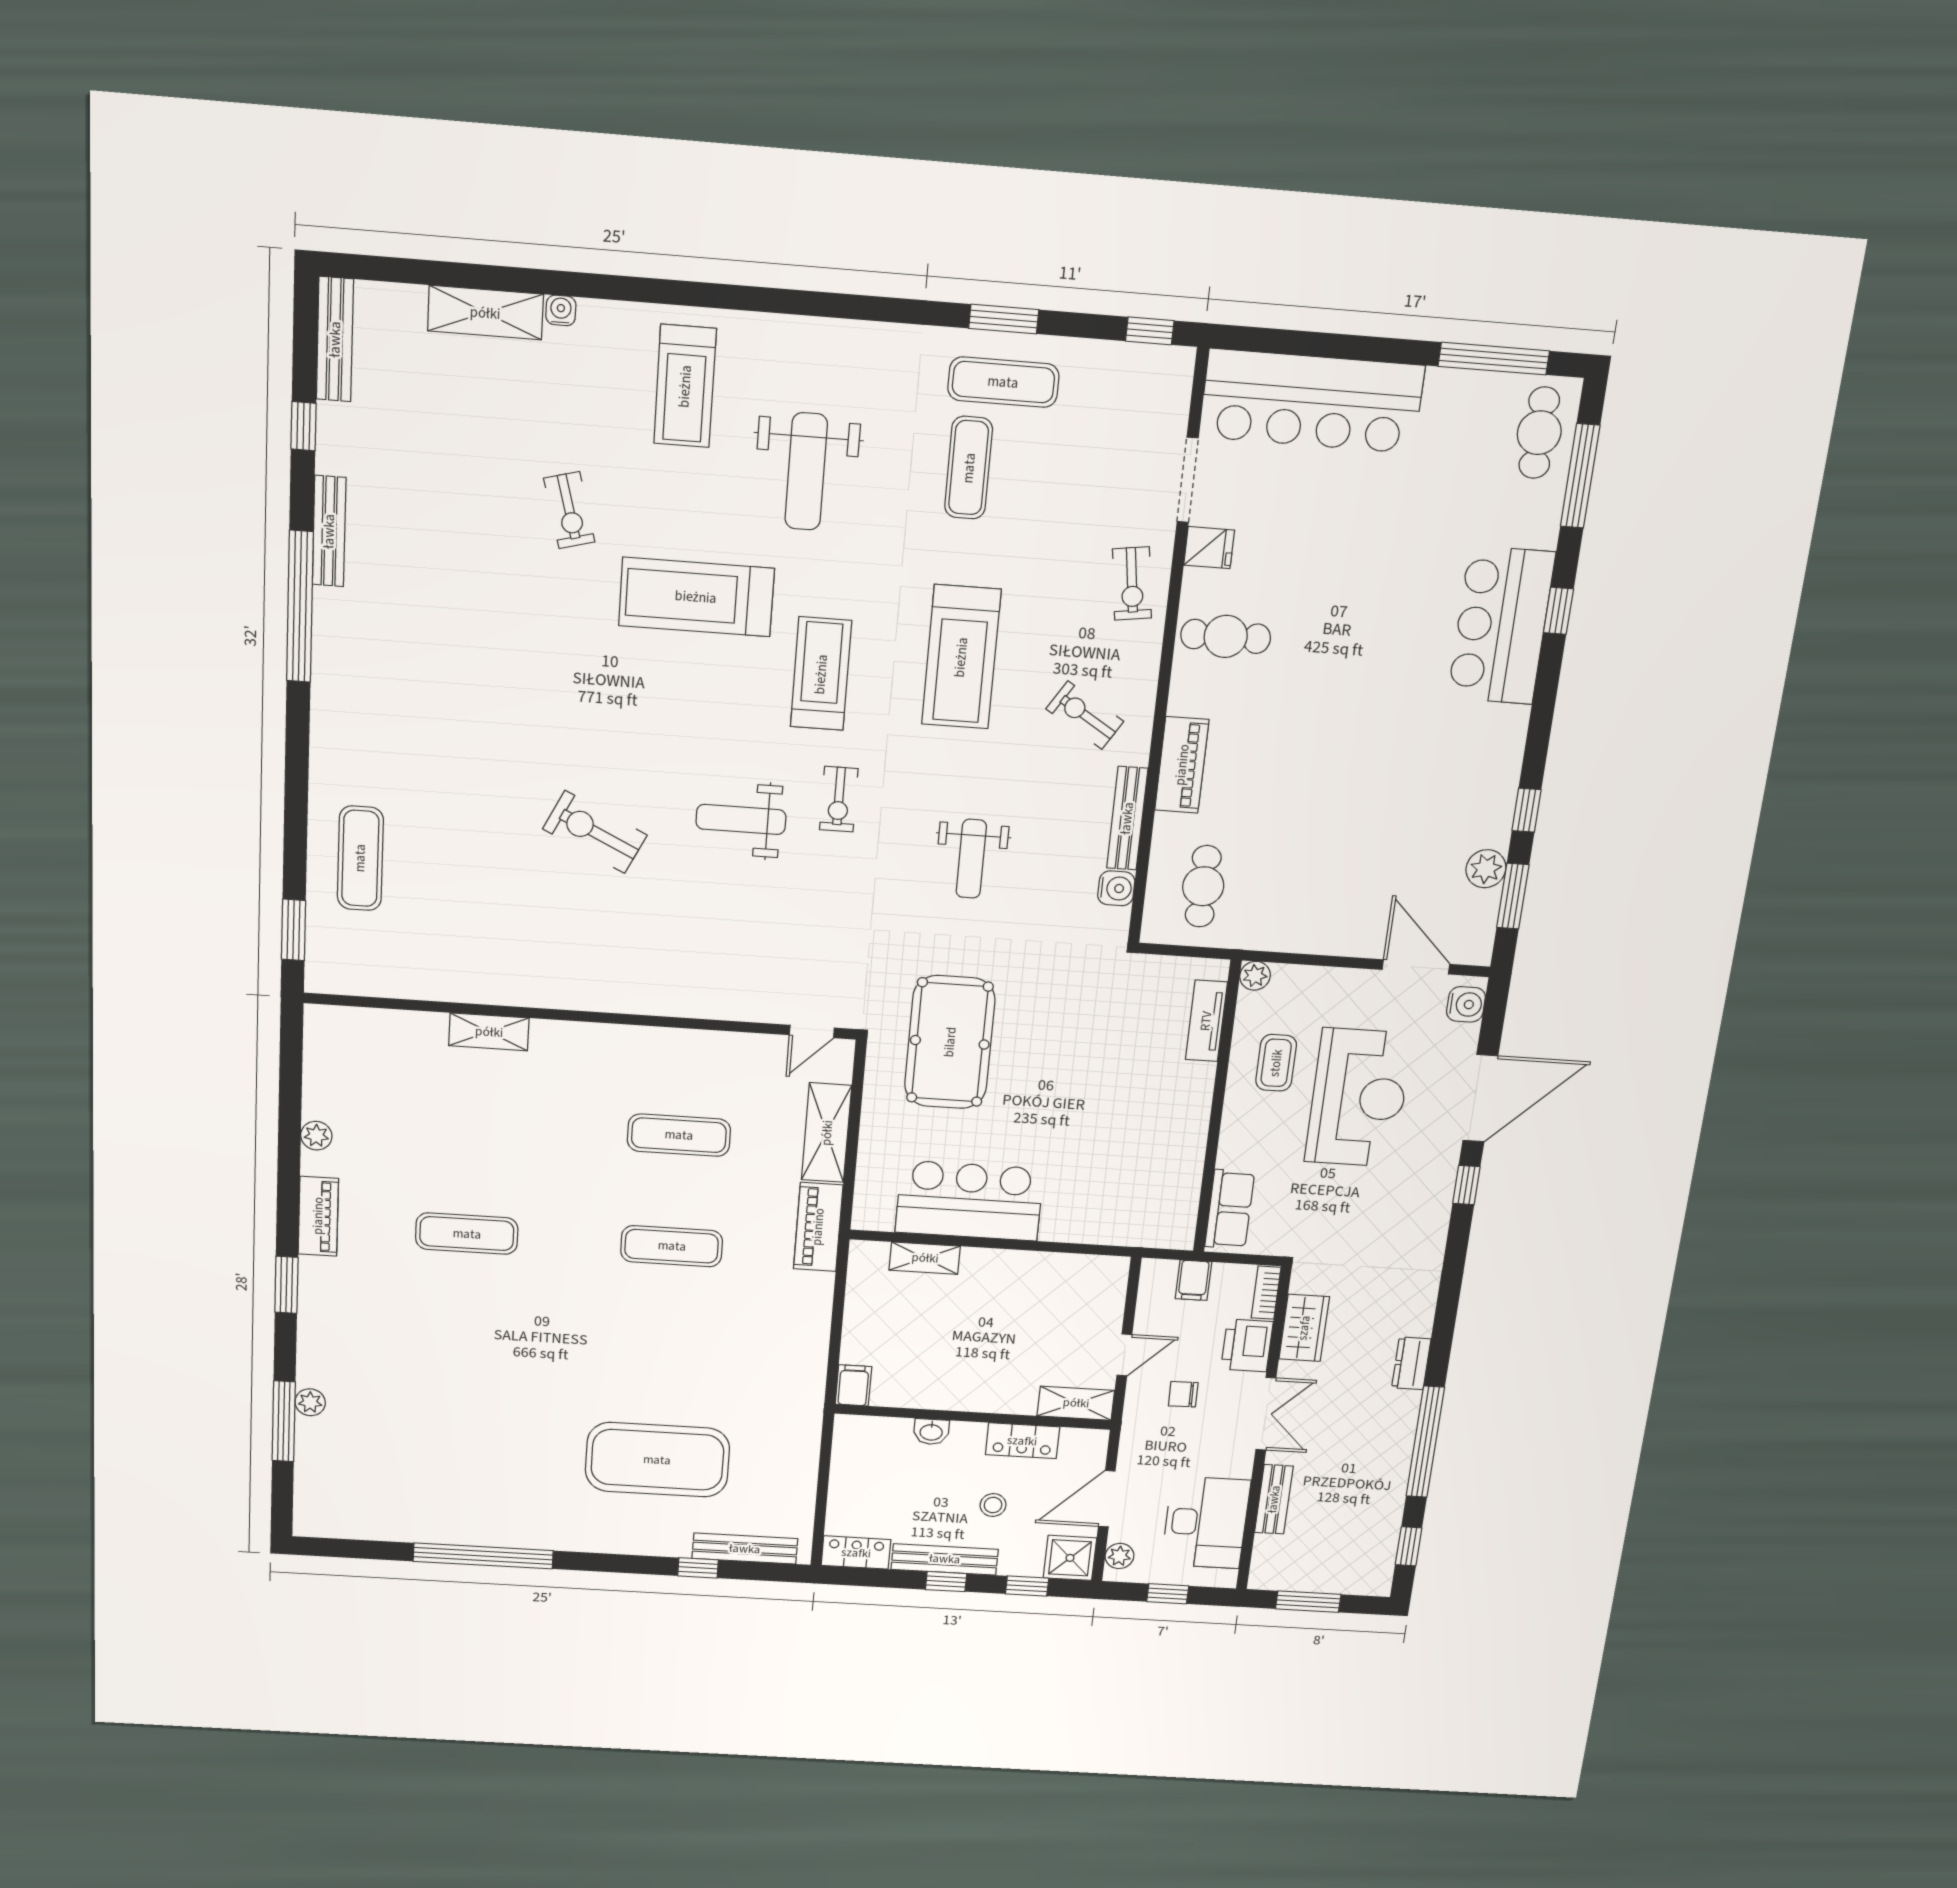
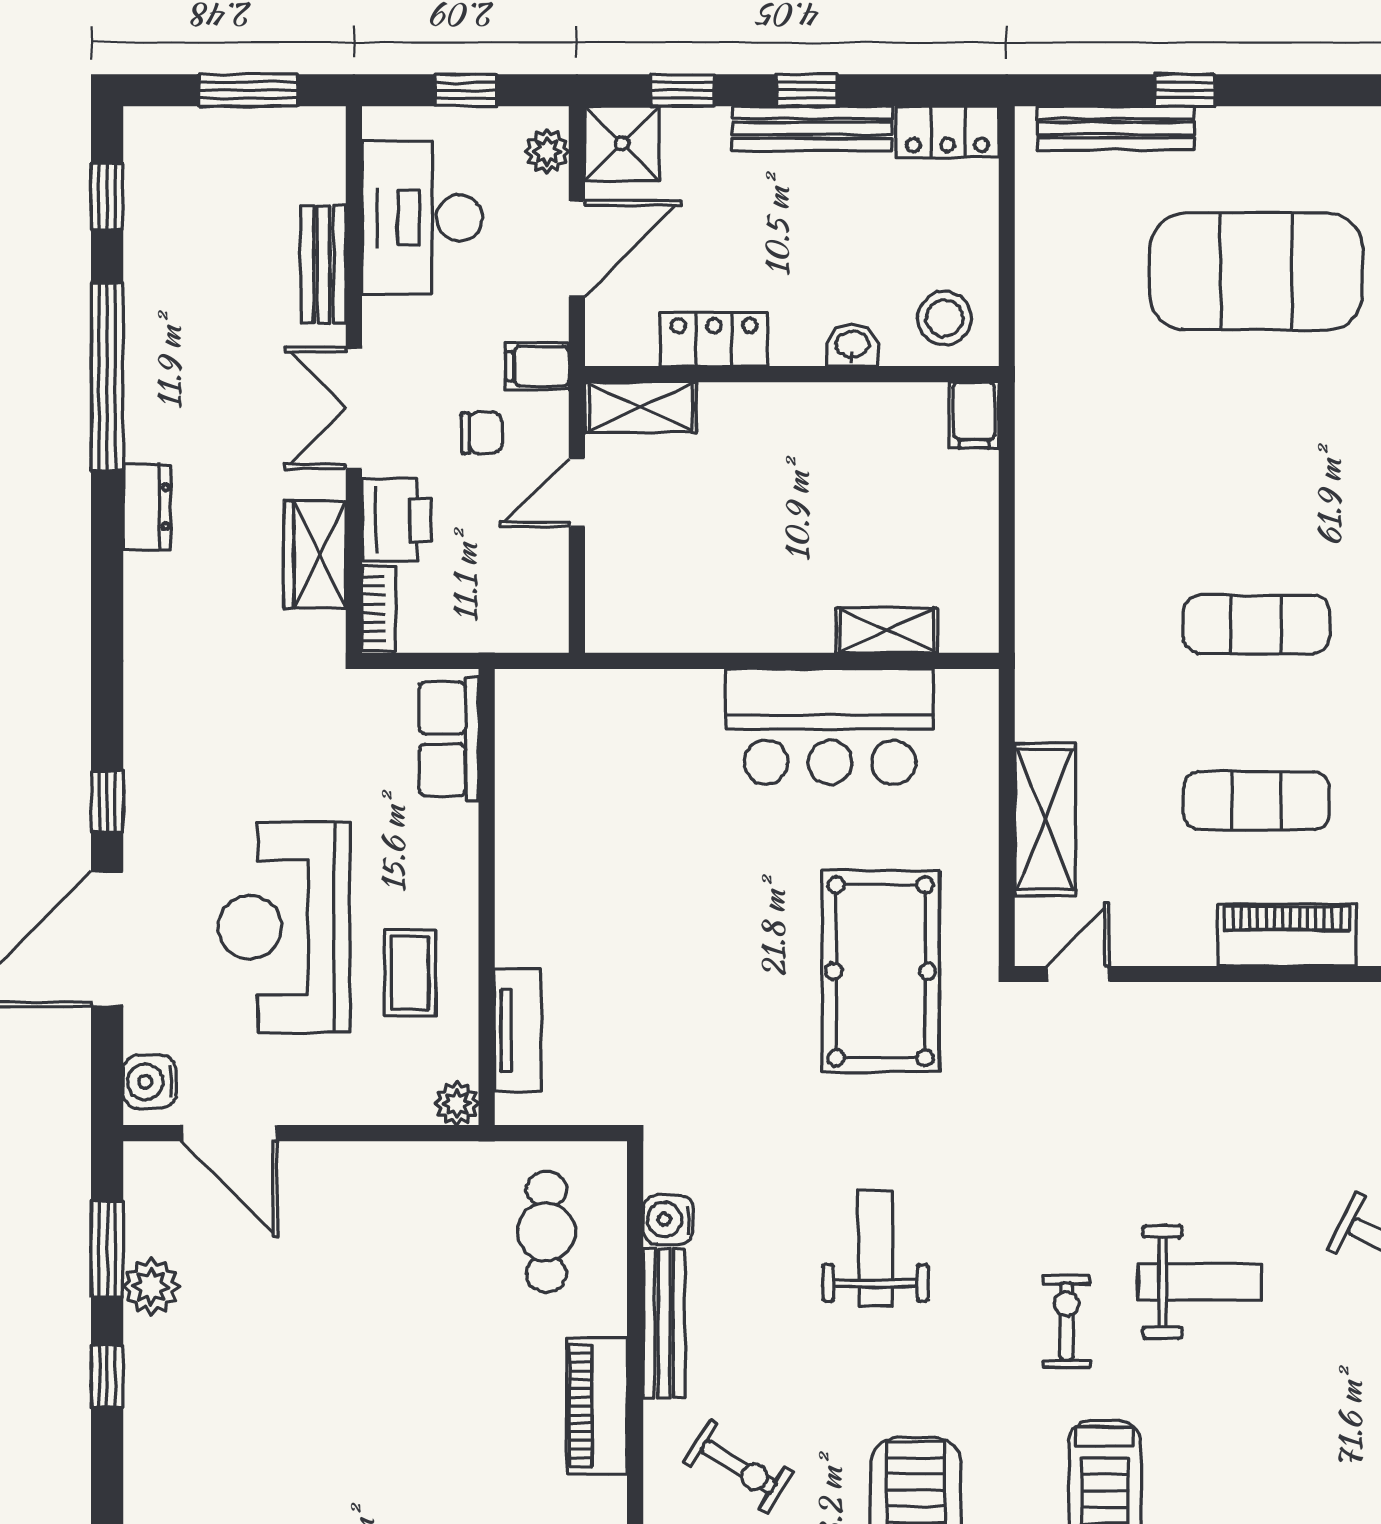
piano: (818, 1227) -> (1287, 935), moved, turned -90
filing cabinet: (1193, 1280) -> (537, 366), moved, turned -90
stool: (993, 1505) -> (944, 318), moved, width x1.37, depth x1.37

